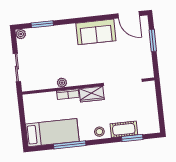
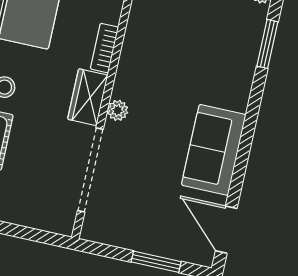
door: (129, 15) -> (226, 230), hinge flipped
plant: (62, 83) -> (118, 110), moved

